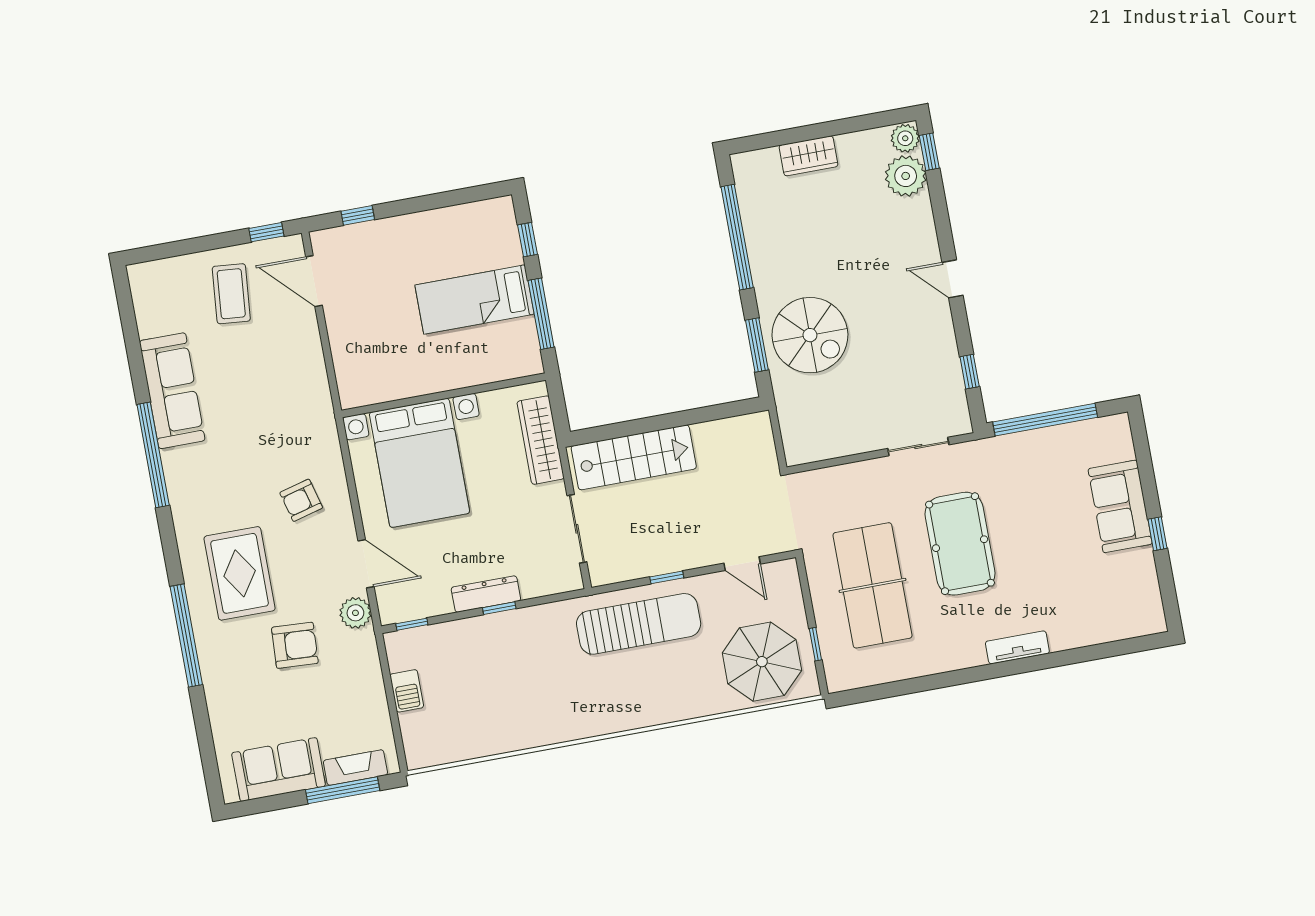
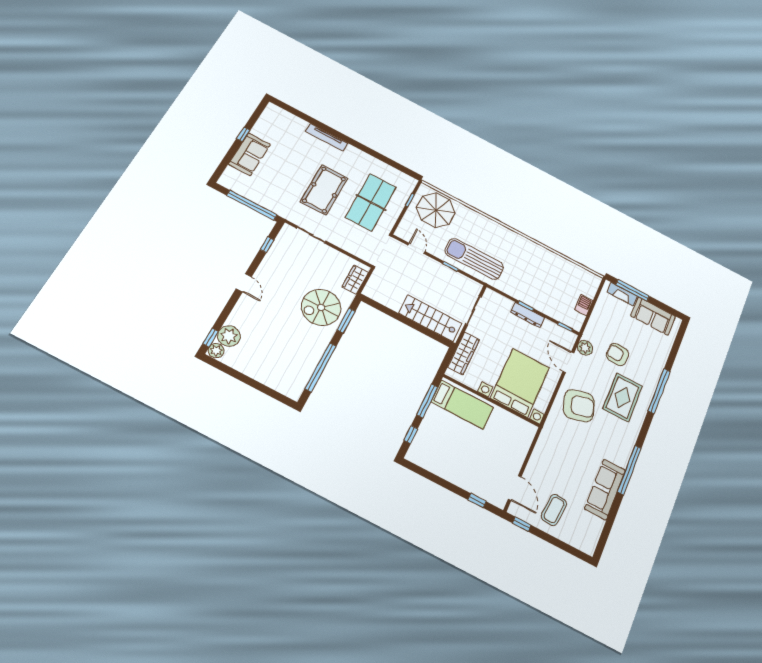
wardrobe: (809, 156) -> (355, 280), moved, turned -90
bed: (474, 300) -> (462, 405), moved
spiral stairs: (810, 335) -> (321, 307), turned -90
armchair: (301, 500) -> (579, 406), width x1.88, depth x1.88
tv unit: (1017, 647) -> (327, 137), width x1.41

